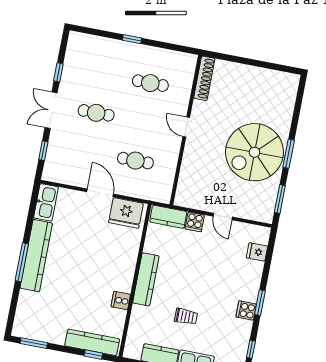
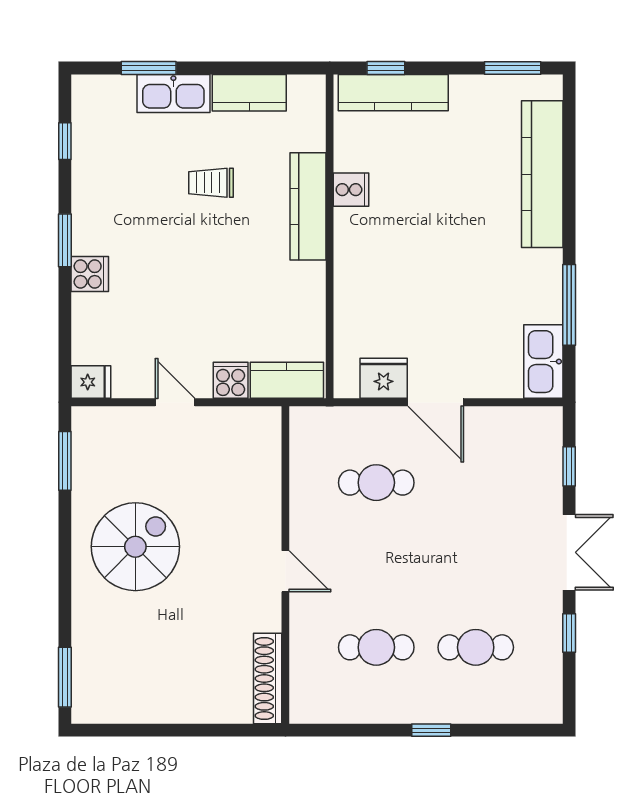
cafe table: (96, 113) -> (476, 647), moved
spiral stairs: (255, 152) -> (135, 547), width x0.73, depth x0.73
window: (289, 154) -> (65, 677), moved
fridge: (126, 213) -> (384, 378), width x0.73, depth x0.75
fridge: (257, 252) -> (91, 382), moved
kitchen counter: (36, 256) -> (542, 174), moved
window: (22, 262) -> (569, 305), moved
kitchen counter: (146, 279) -> (308, 206), moved
cooker: (246, 311) -> (90, 274), moved

